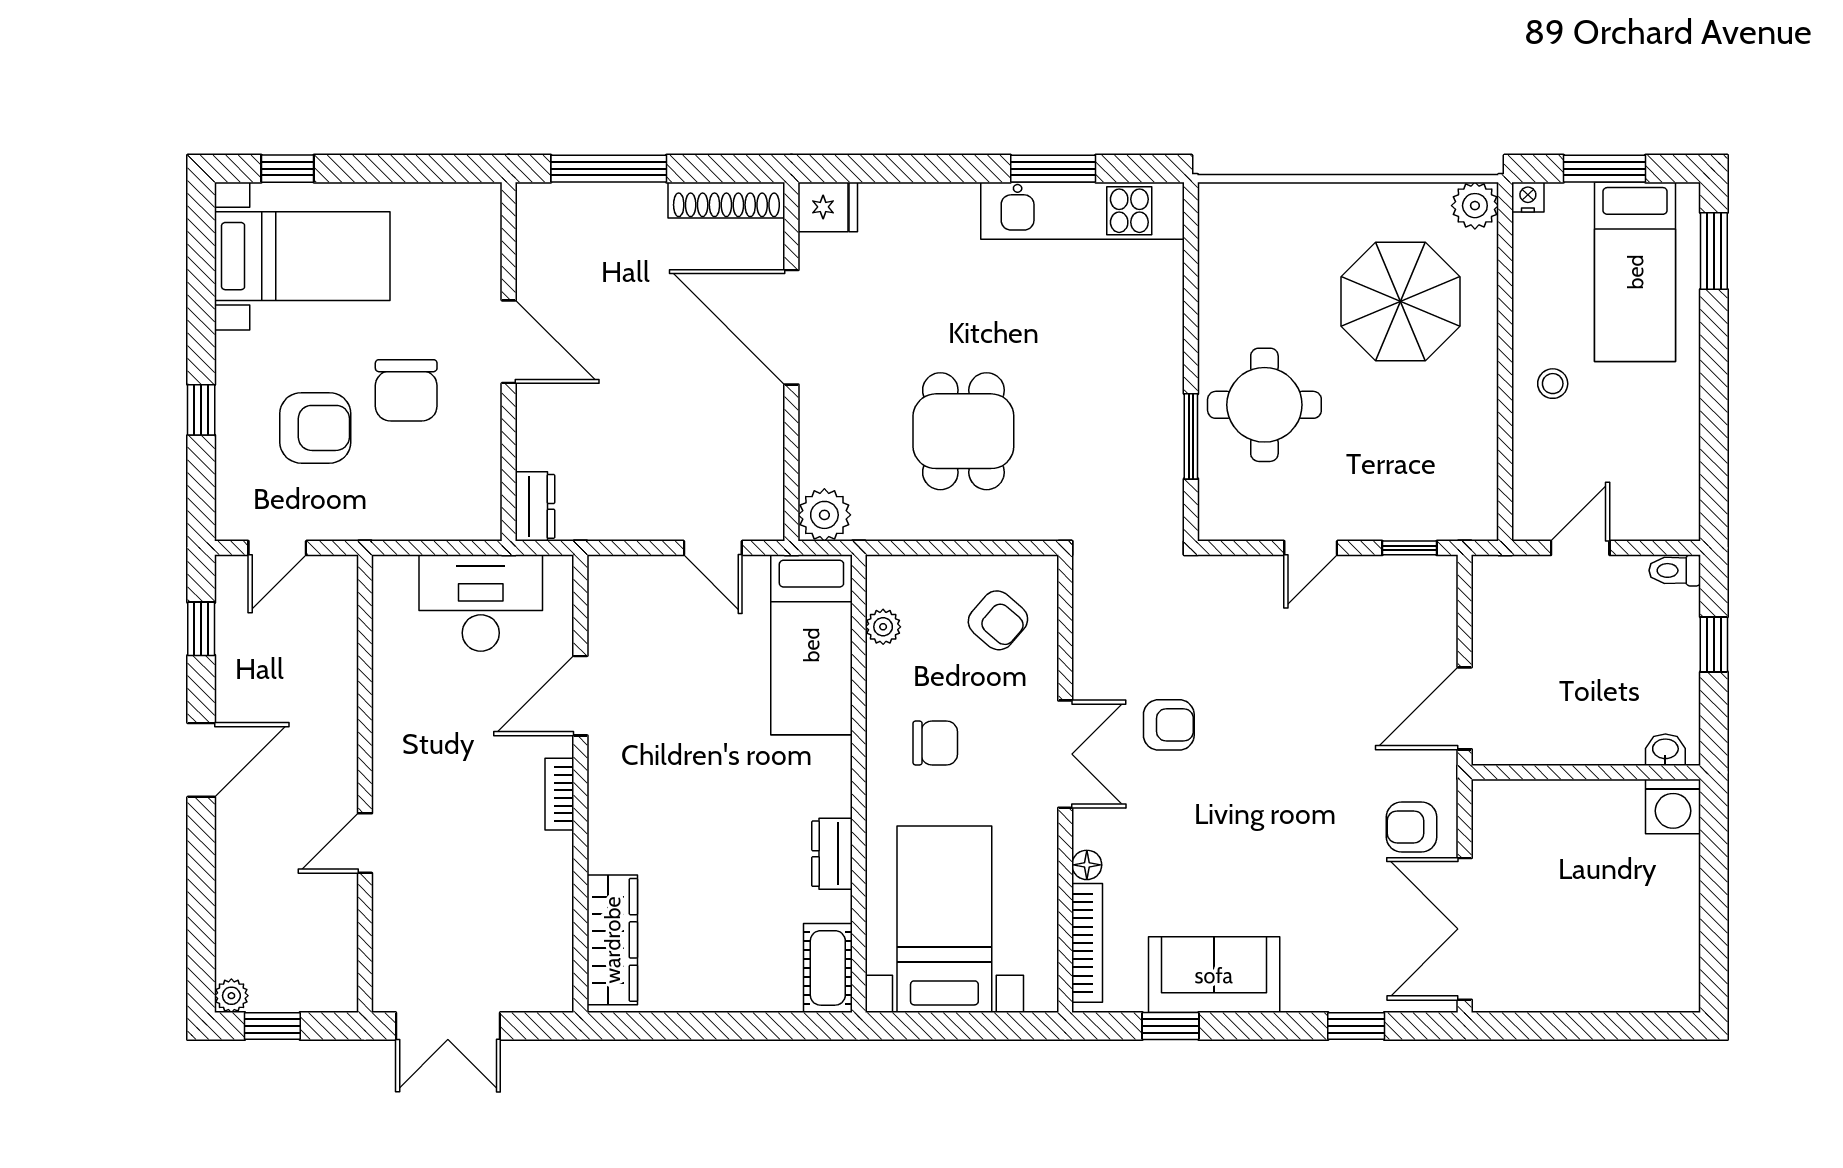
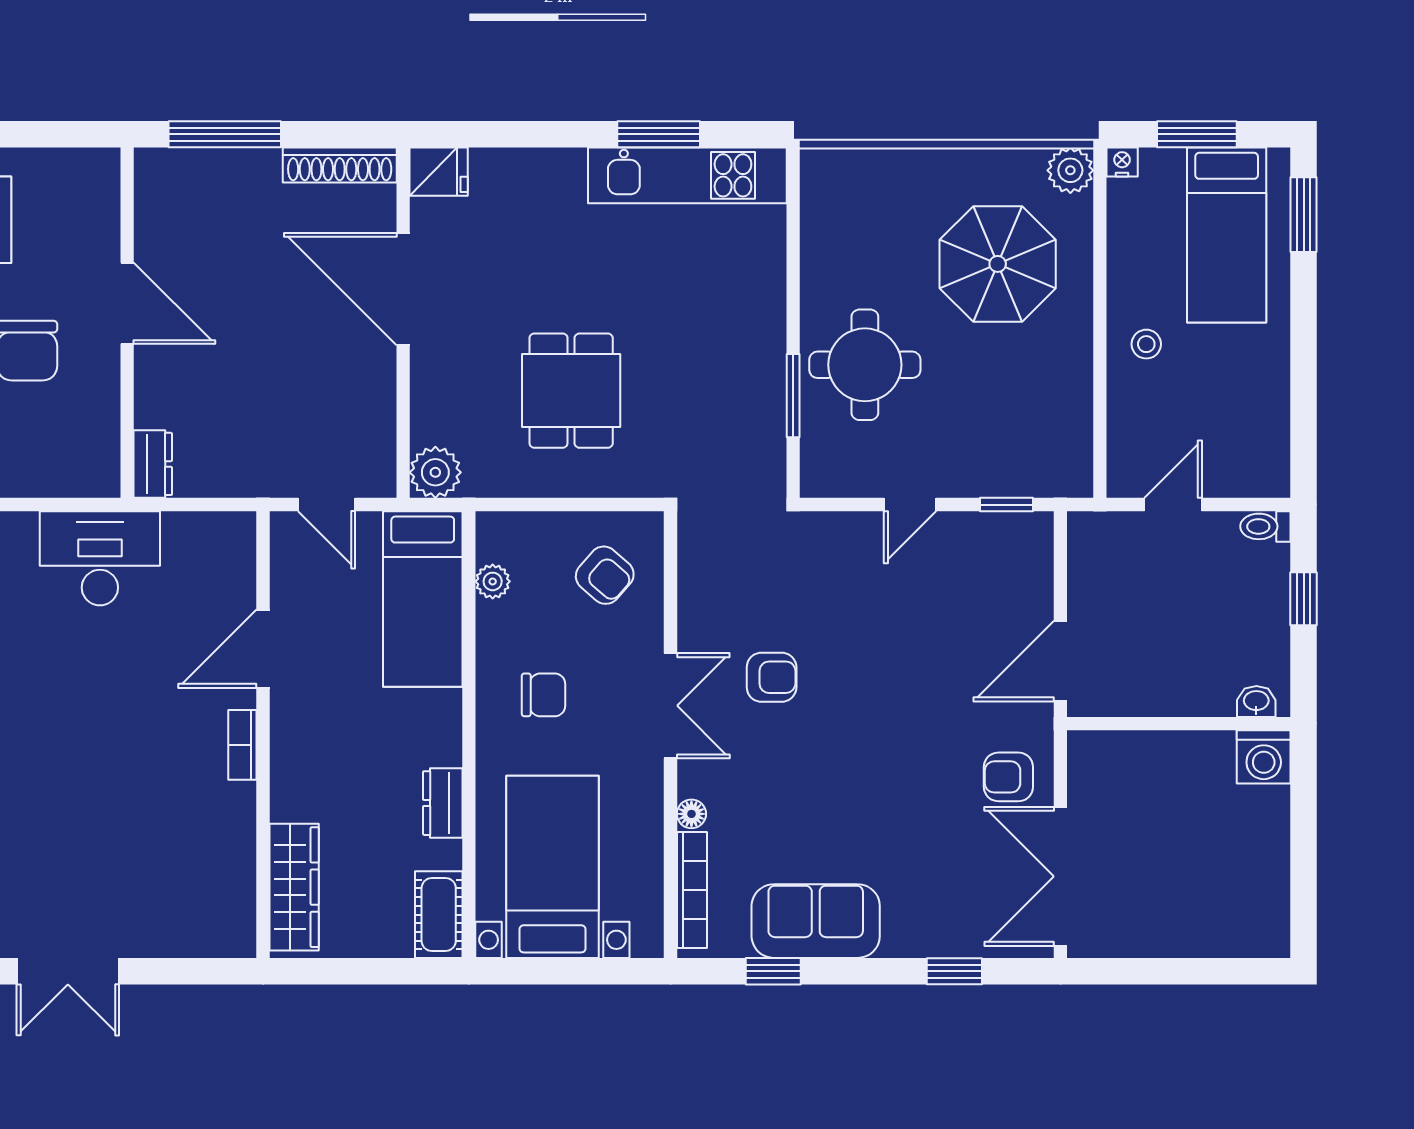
door: (580, 696) -> (263, 649), moved
wall: (580, 784) -> (263, 735), moved
bookcase: (559, 794) -> (242, 745), moved
wardrobe: (612, 940) -> (294, 887), moved

